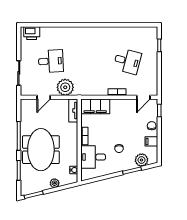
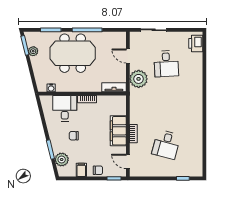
filing cabinet: (95, 106) -> (118, 131), moved
plant: (55, 183) -> (33, 51), moved

